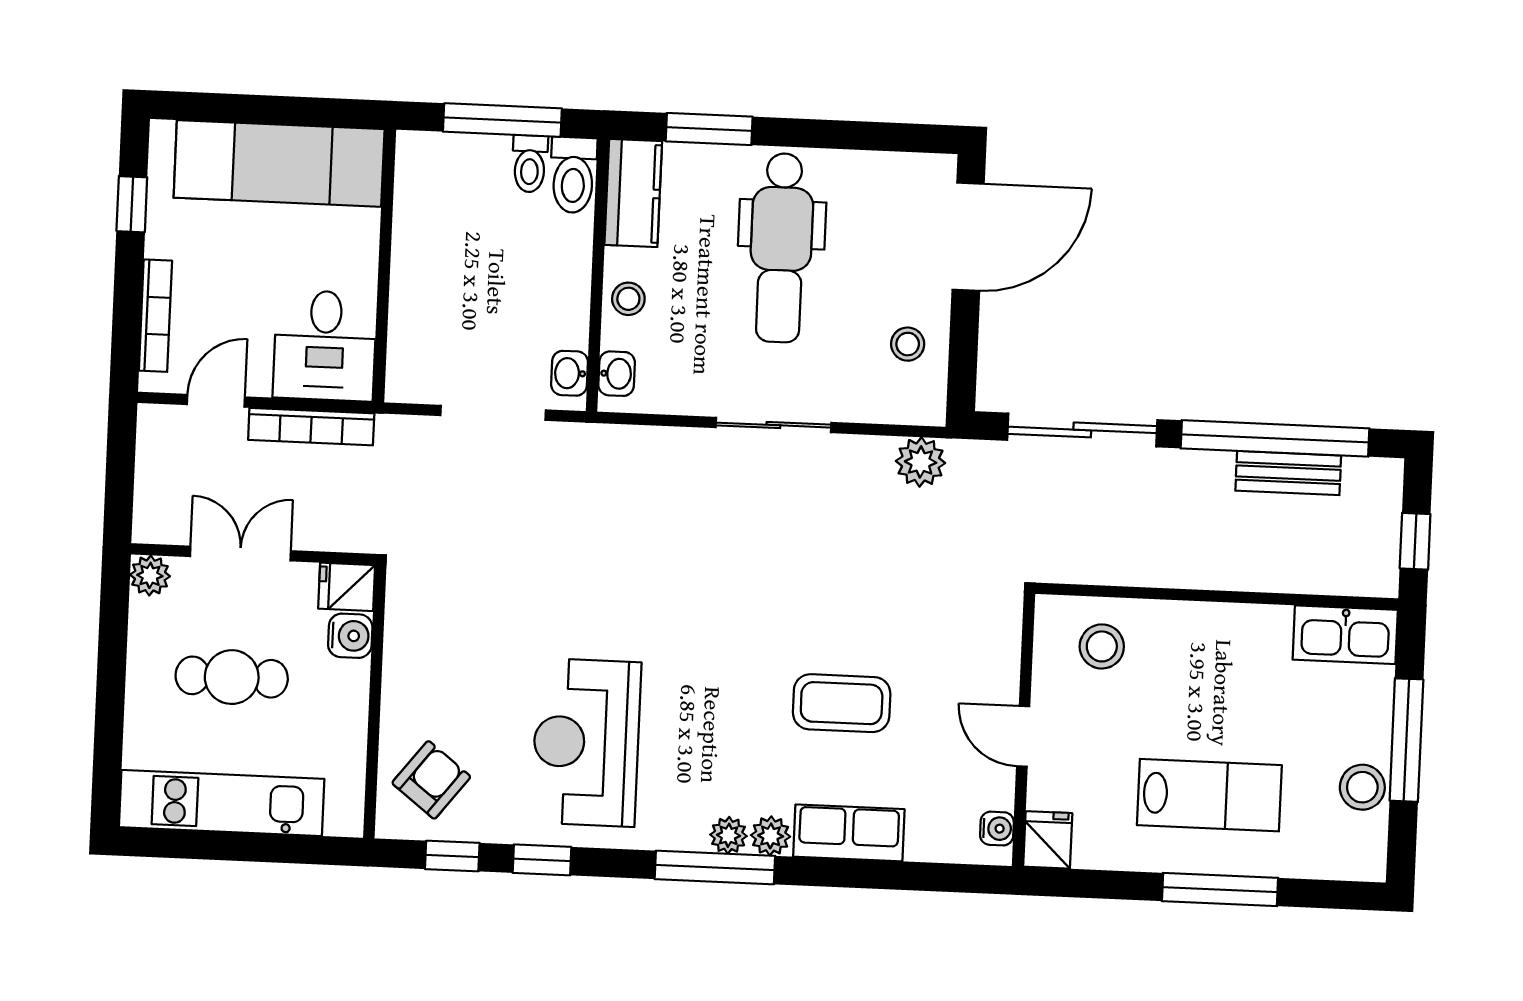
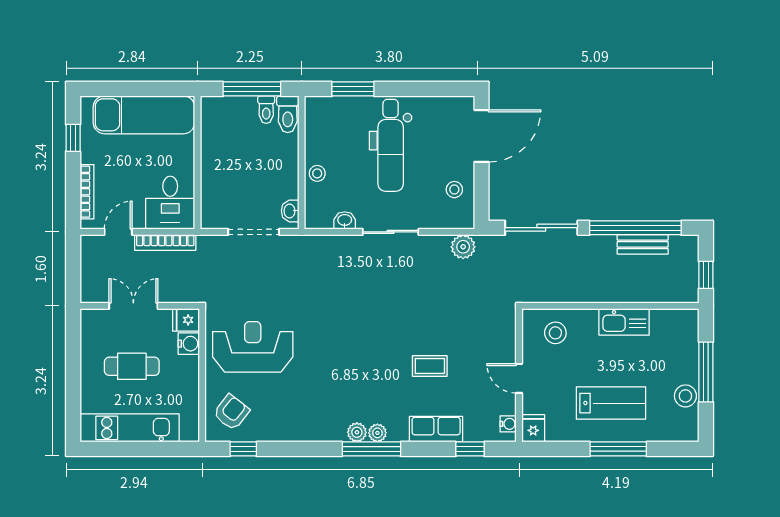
kitchen counter: (633, 193) -> (317, 122), removed
washbasin: (617, 374) -> (345, 220), moved, turned -90
plant: (150, 575) -> (90, 318), removed
kitchen sink: (1345, 635) -> (624, 322), moved
coffee table: (842, 703) -> (430, 366), width x0.73, depth x0.77
reception desk: (586, 742) -> (253, 347), moved, turned 90
plant: (771, 836) -> (357, 432), moved
window: (542, 860) -> (470, 449), moved

